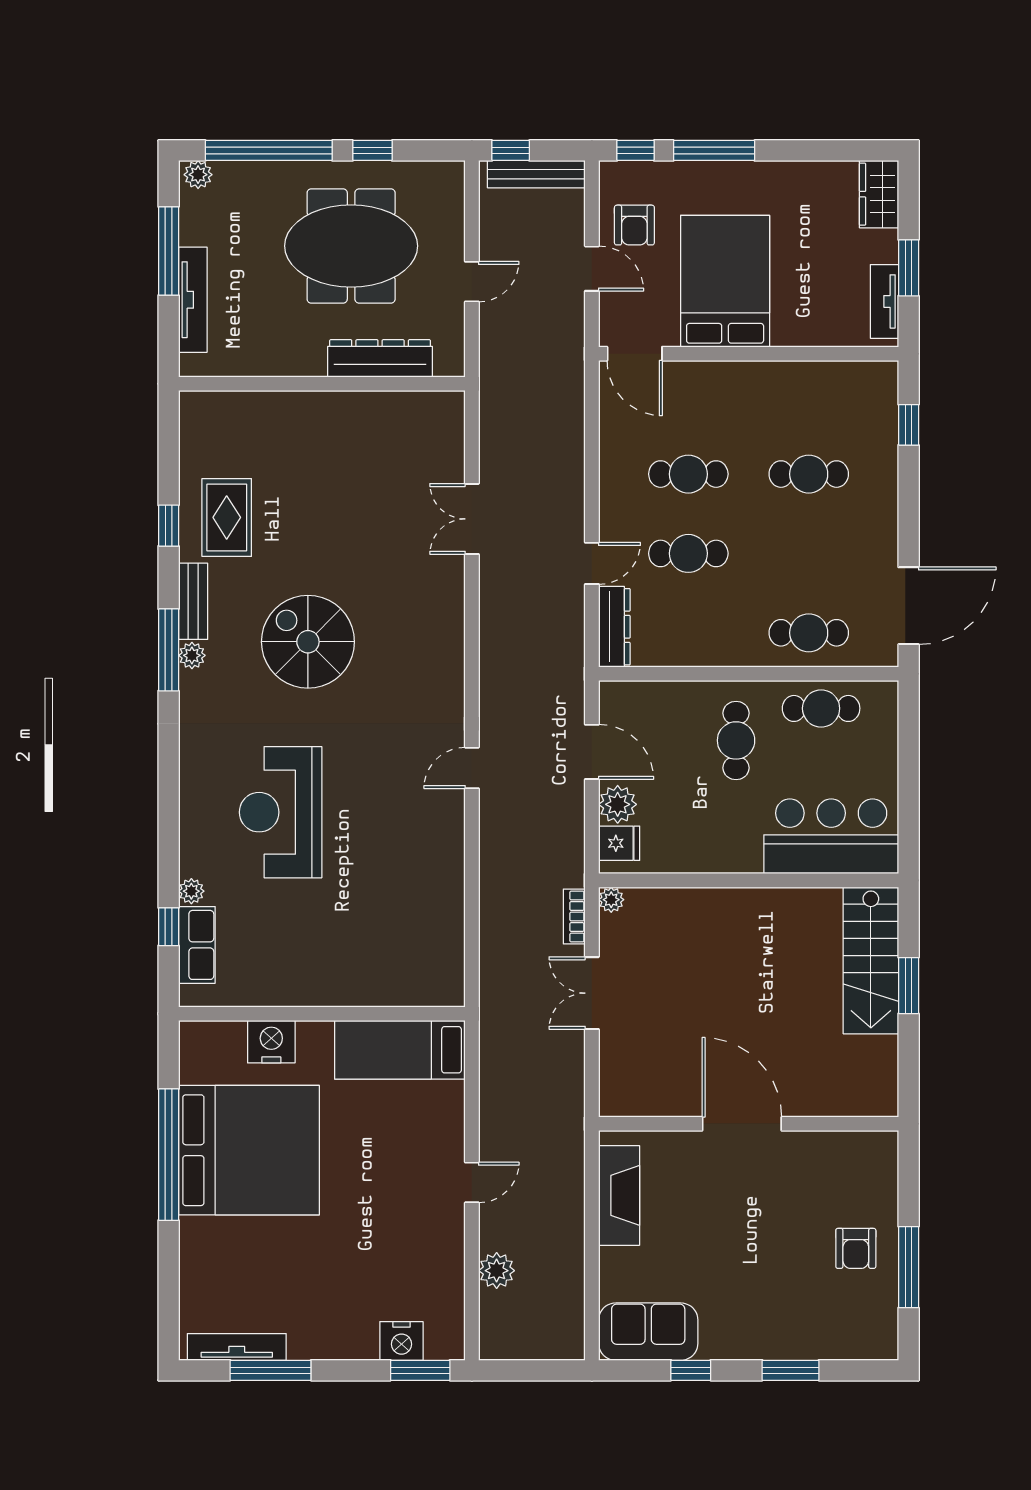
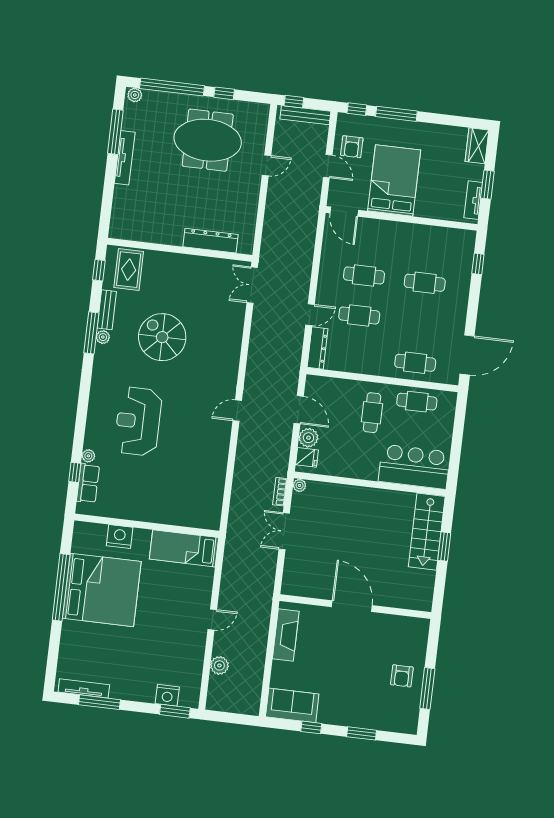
dresser: (380, 358) -> (211, 241), moved
wall: (322, 384) -> (180, 250), moved

